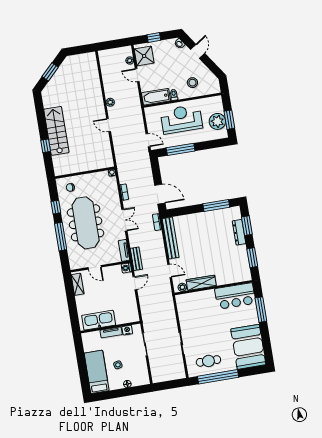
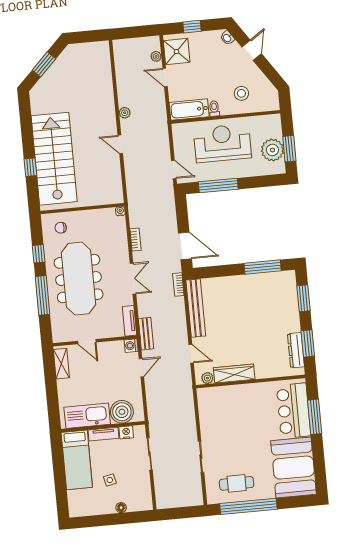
stairs: (56, 131) -> (54, 159), width x1.36, depth x1.51
dresser: (239, 232) -> (296, 350), moved
bar counter: (235, 296) -> (294, 411), moved, turned 90
boiler: (123, 316) -> (122, 412), added
bed: (97, 372) -> (77, 460), moved, turned 180

